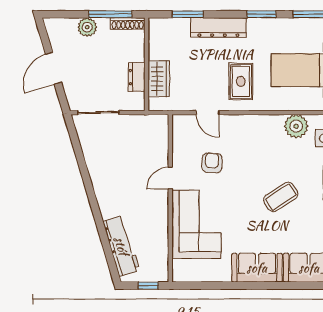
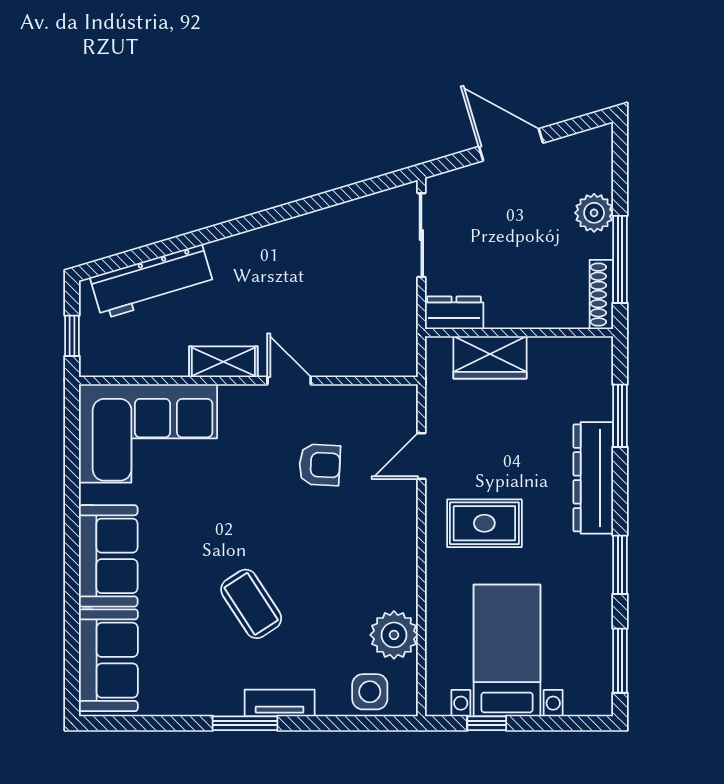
dresser: (137, 77) -> (454, 313), moved
shelving: (161, 211) -> (223, 362), added
corner sofa: (196, 224) -> (148, 433), moved

